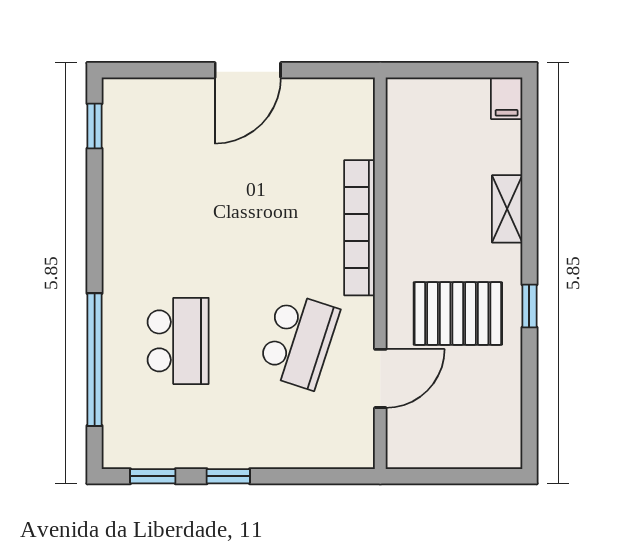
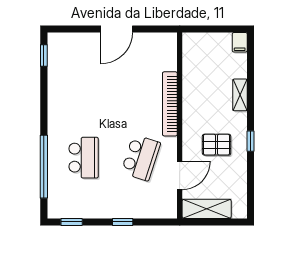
pallet: (458, 314) -> (217, 145), width x0.67, depth x0.71
shelving: (437, 449) -> (207, 209), added
window: (228, 476) -> (123, 222), moved

